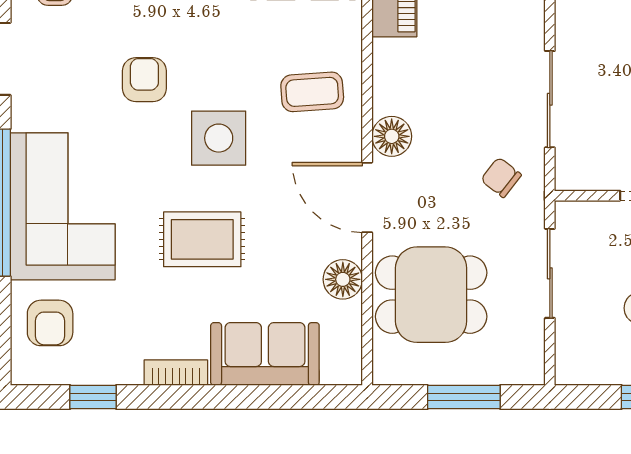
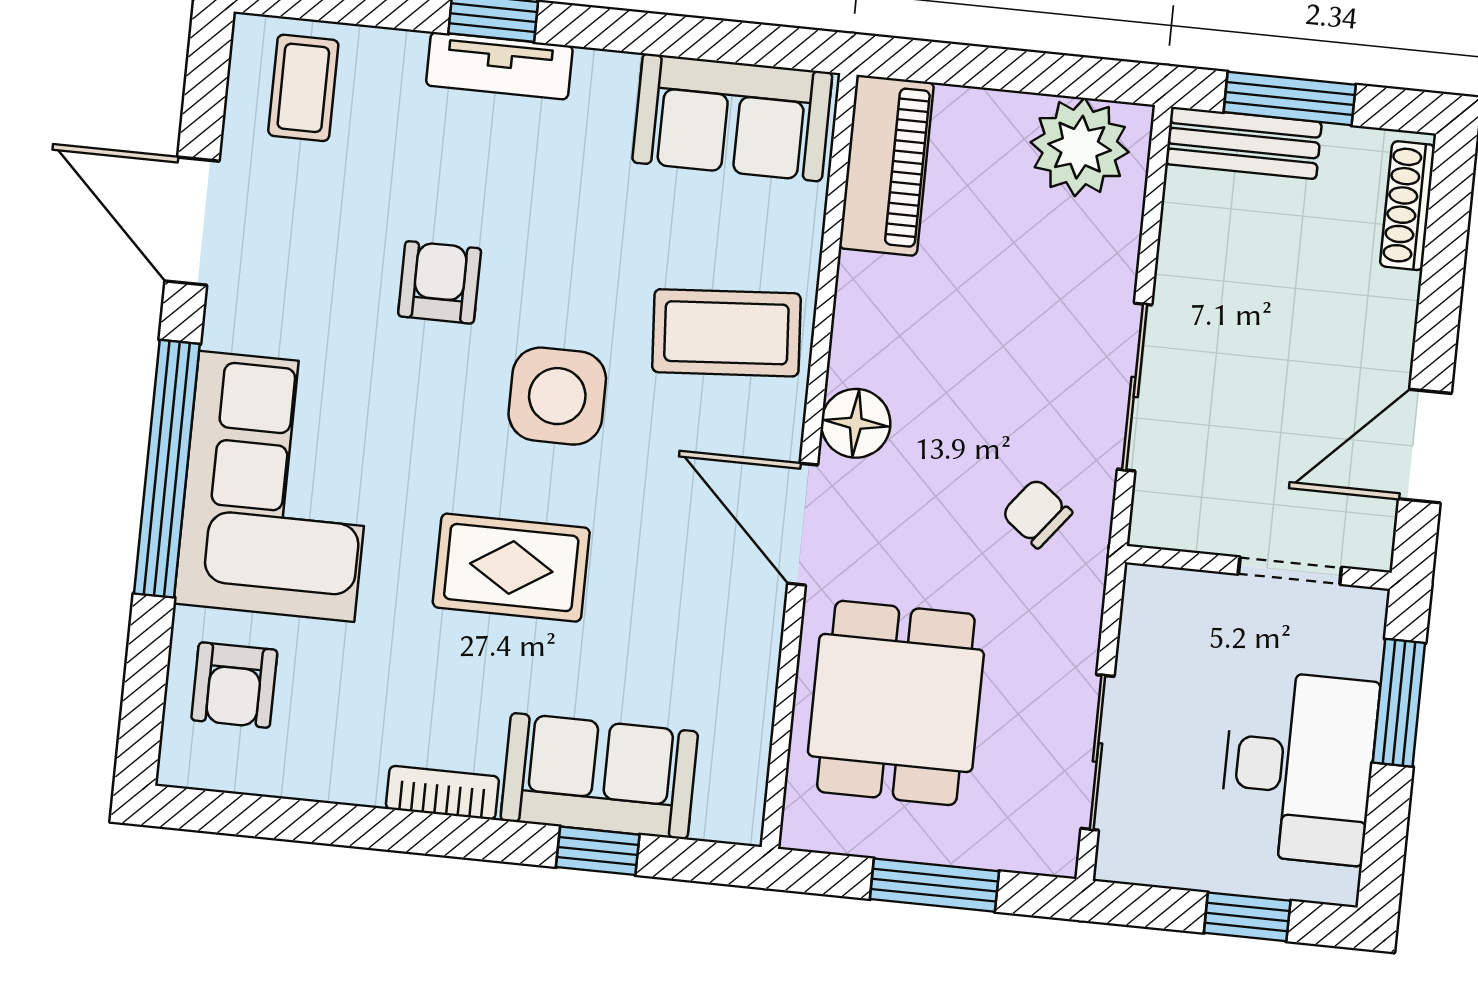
coffee table: (312, 92) -> (726, 333), width x1.36, depth x1.30
sliding door: (550, 273) -> (1097, 752), moved
floor lamp: (343, 279) -> (746, 661), removed
dining table: (431, 295) -> (896, 703), turned 90
window: (93, 397) -> (598, 851), moved

